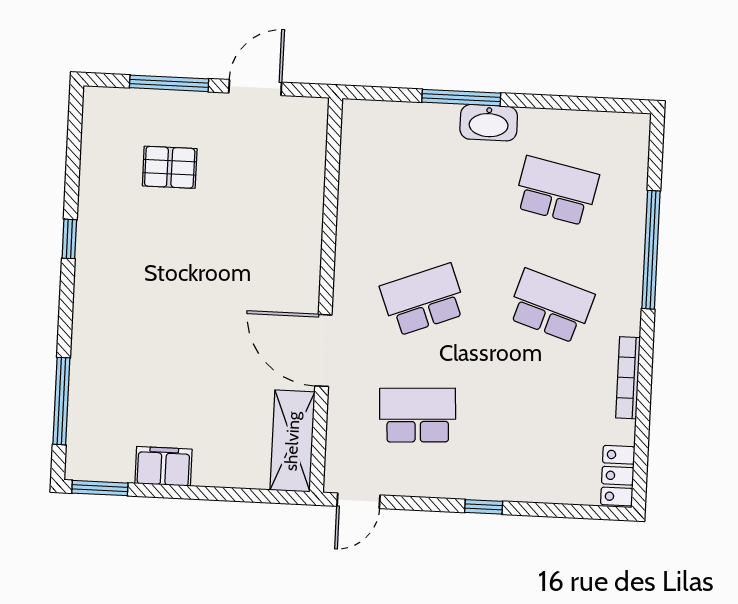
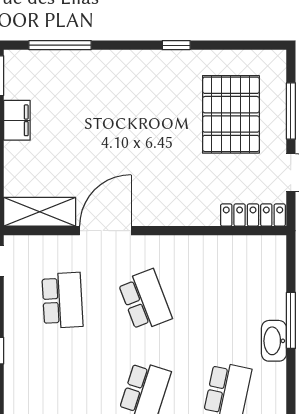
locker: (312, 143) -> (253, 215), added
pallet: (170, 167) -> (231, 114), width x2.05, depth x2.00

